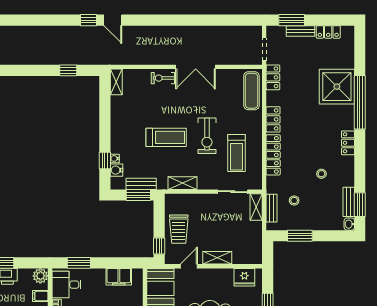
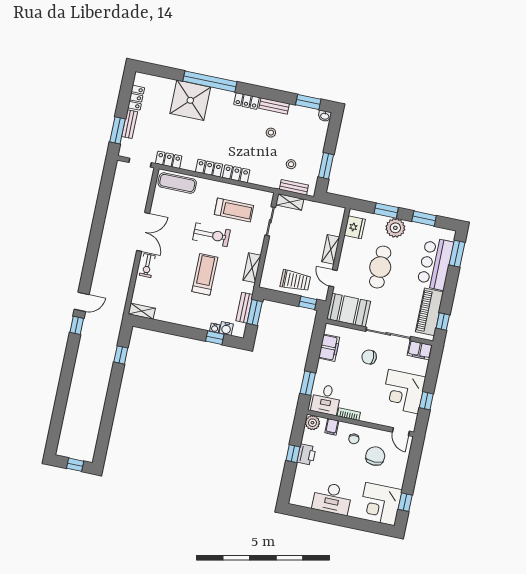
locker: (273, 155) -> (236, 174), width x0.66
bench: (349, 202) -> (274, 106), moved

